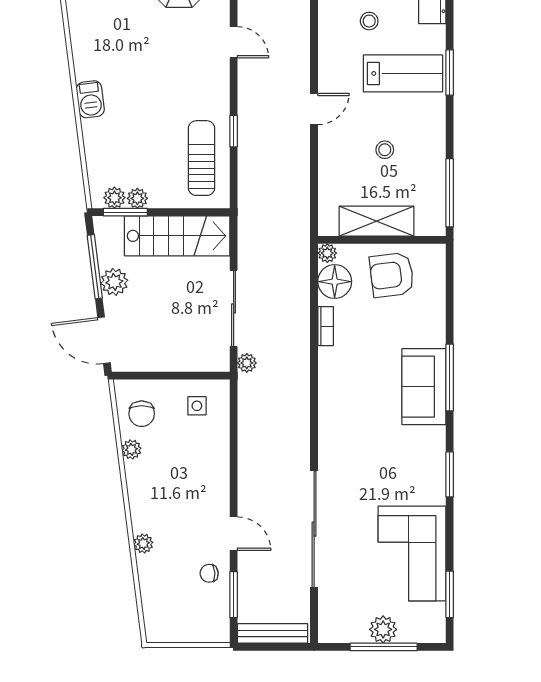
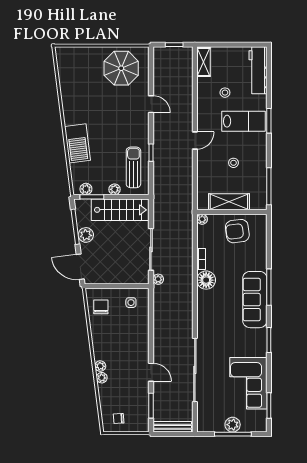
barbecue: (90, 99) -> (78, 143), width x1.88, depth x1.53
plant: (137, 198) -> (115, 189), moved
floor lamp: (335, 282) -> (206, 280), moved
sofa: (424, 387) -> (255, 300), width x1.36
chair: (142, 414) -> (101, 307), turned 180
plant: (131, 449) -> (100, 366), moved
chair: (209, 573) -> (119, 419), moved

